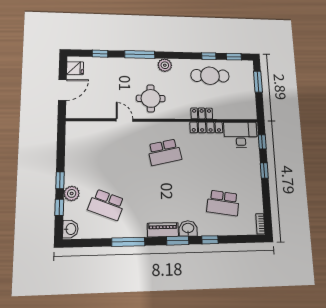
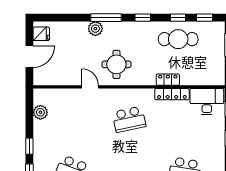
window: (100, 54) -> (143, 18), moved
plant: (165, 65) -> (95, 29), moved
plant: (72, 193) -> (40, 112), moved

